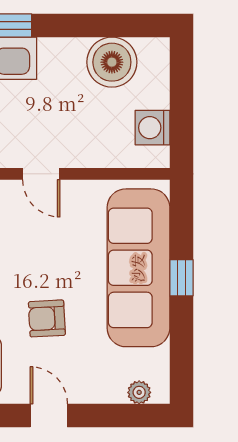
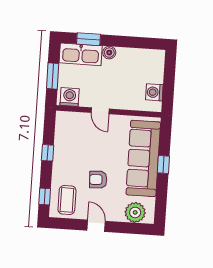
boiler: (112, 62) -> (109, 53), moved, width x0.54, depth x0.54
plant: (139, 392) -> (135, 212), width x1.87, depth x1.87

